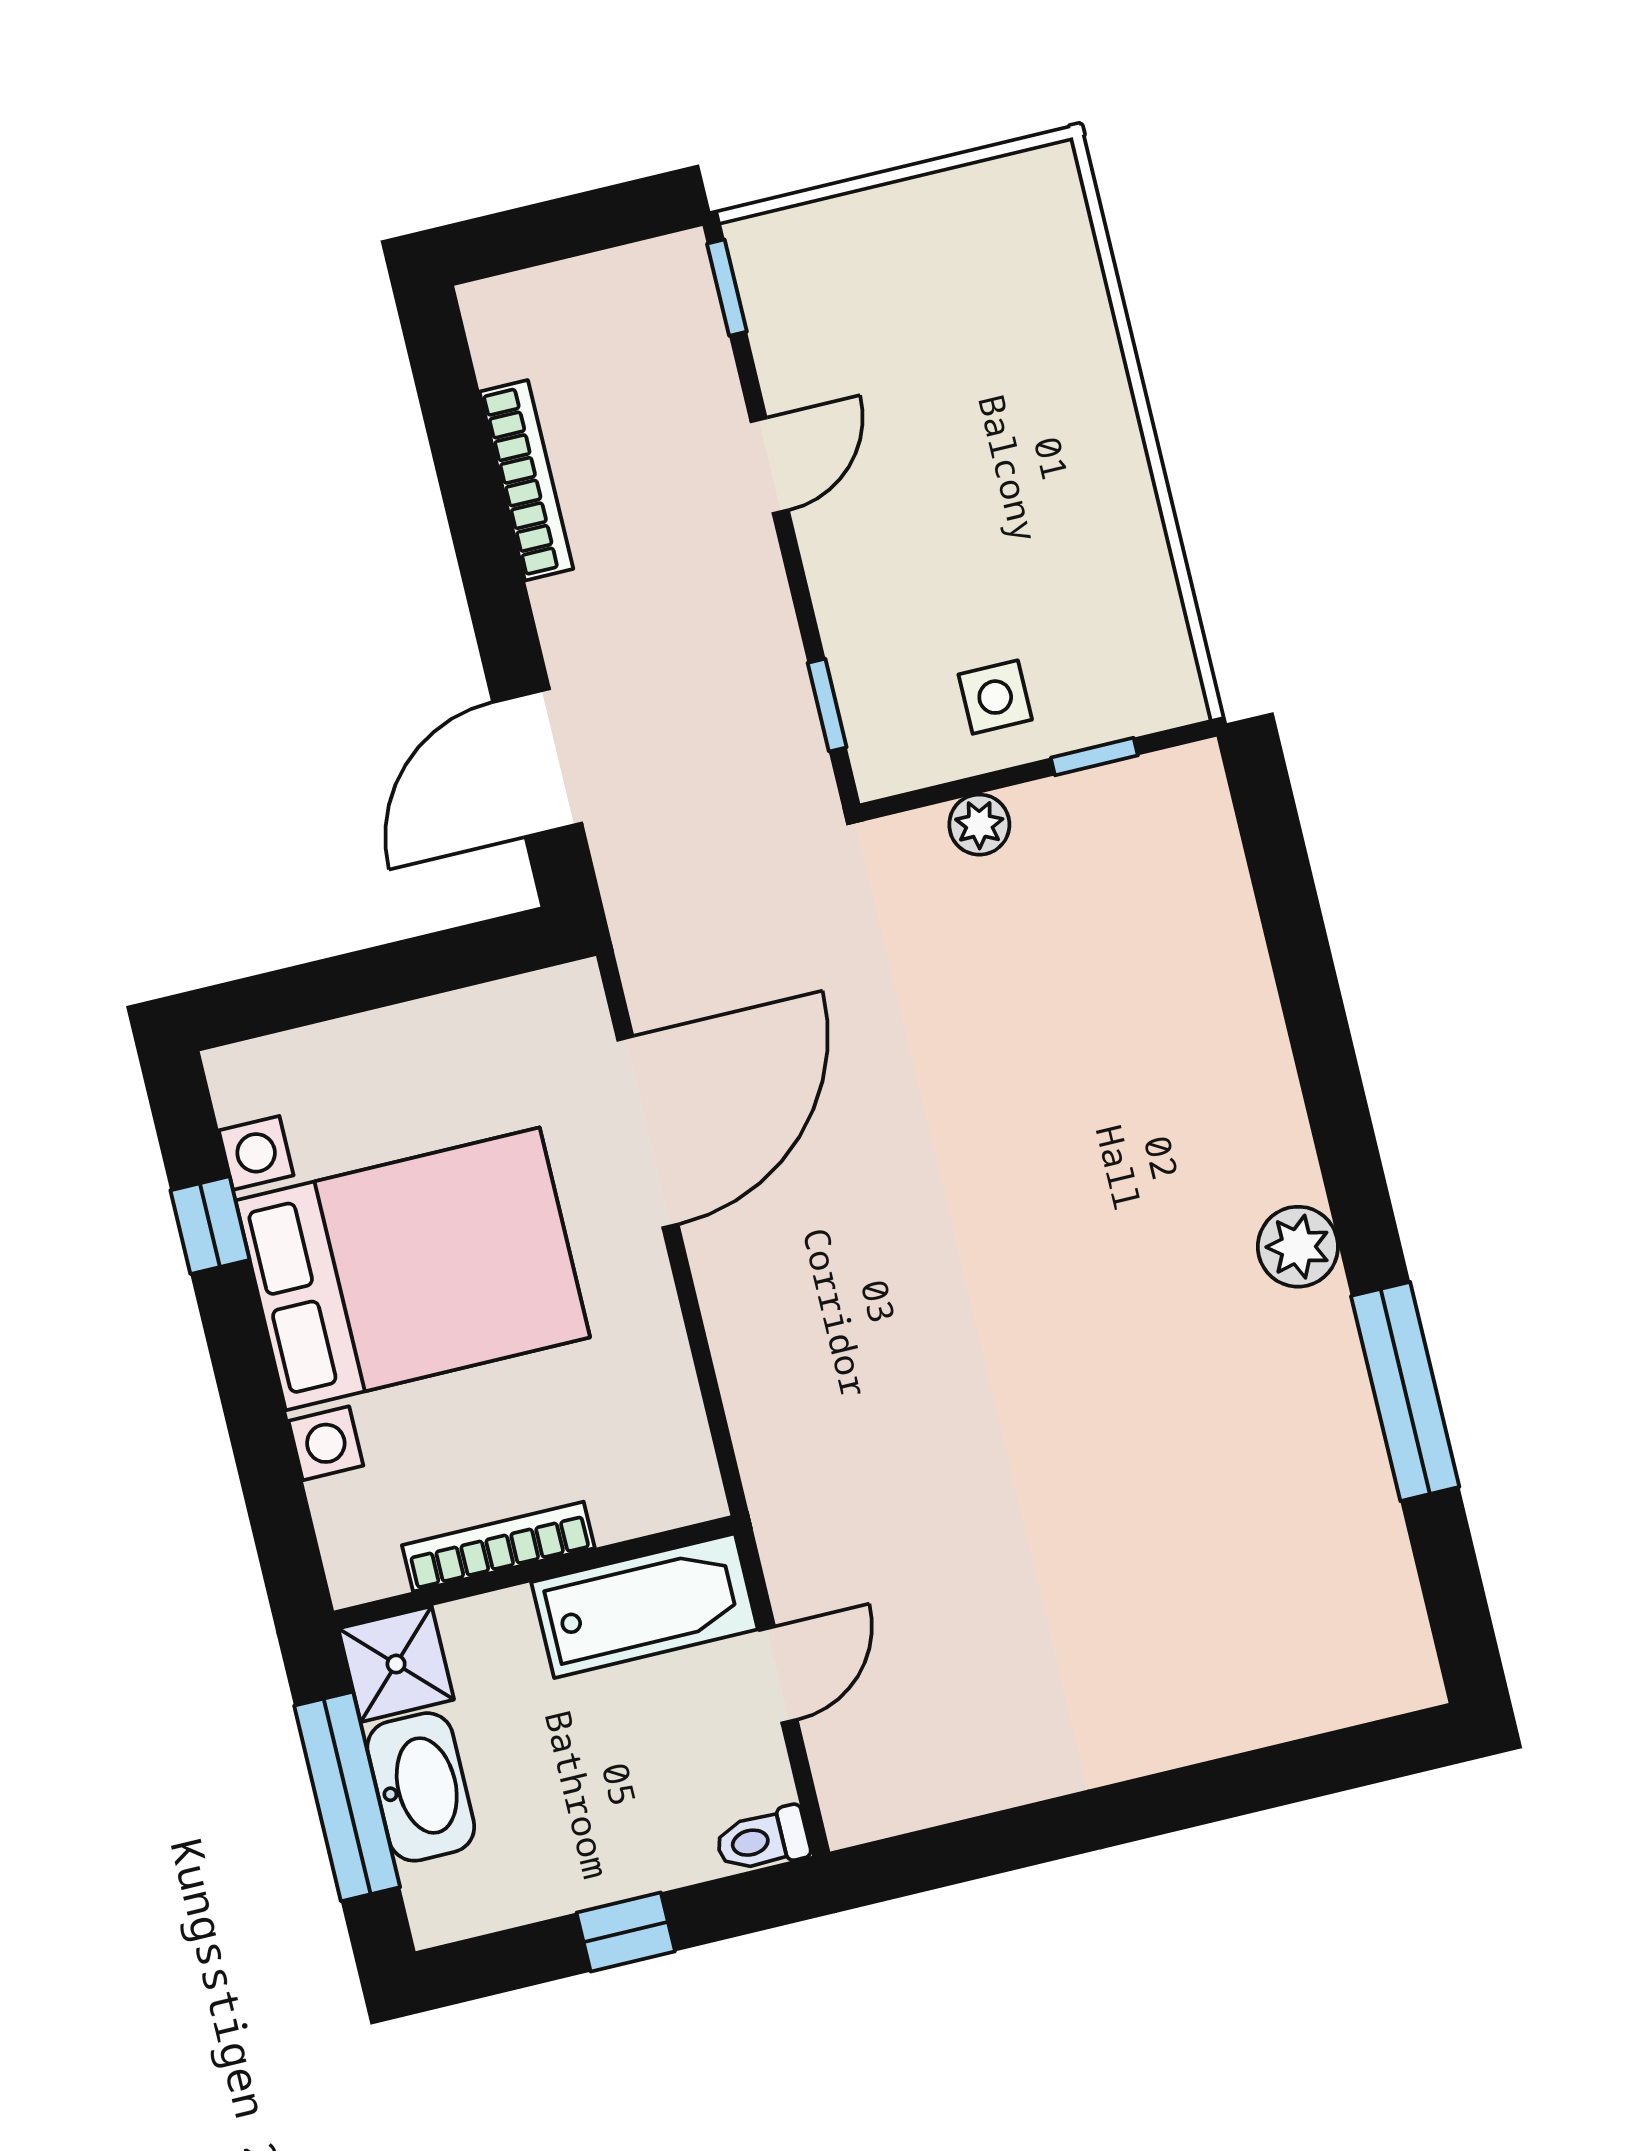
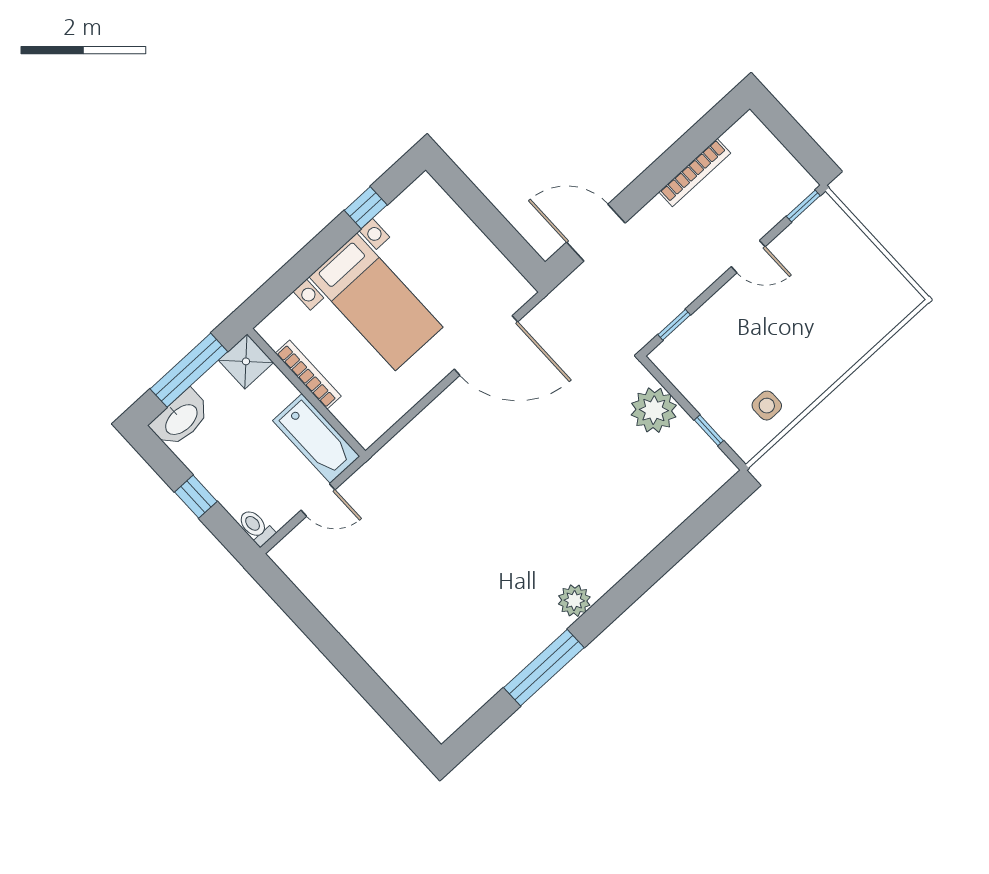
side table: (995, 697) -> (767, 406), moved
plant: (979, 825) -> (654, 410), width x1.88, depth x1.88
bed with nightstands: (413, 1269) -> (376, 302), width x0.73
washbasin: (421, 1787) -> (181, 419), moved

